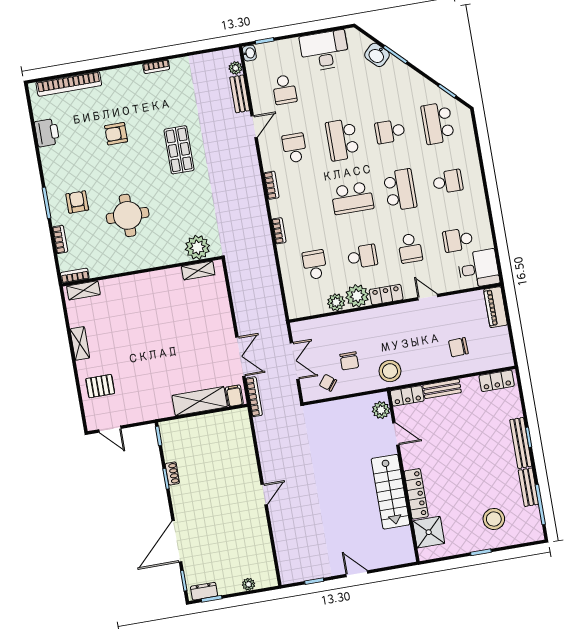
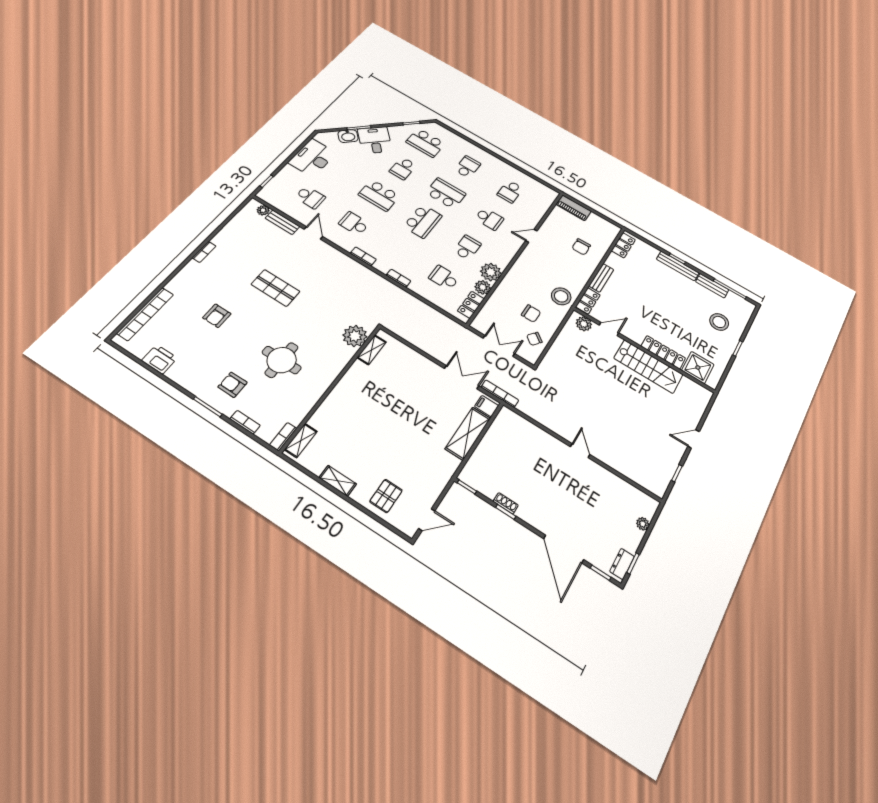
washbasin: (249, 53) -> (263, 195), removed
desk: (478, 269) -> (375, 140), moved, turned -45
locker: (386, 295) -> (471, 305), moved

